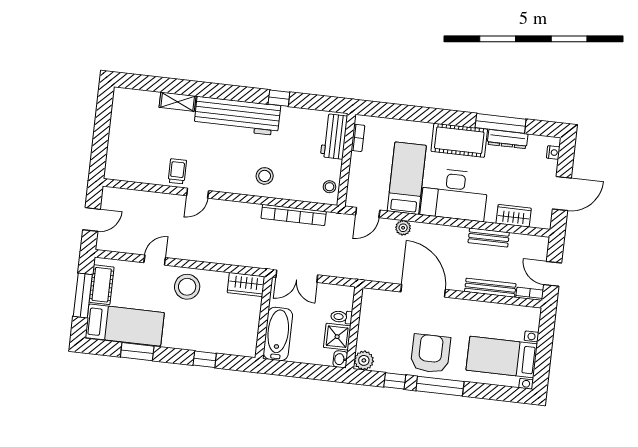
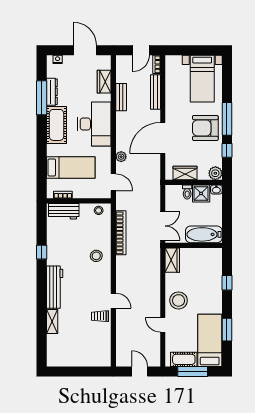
workbench: (237, 116) -> (55, 287), width x0.73, depth x0.76
bed: (407, 178) -> (71, 167), moved, turned 180
wardrobe: (369, 317) -> (185, 173), added

